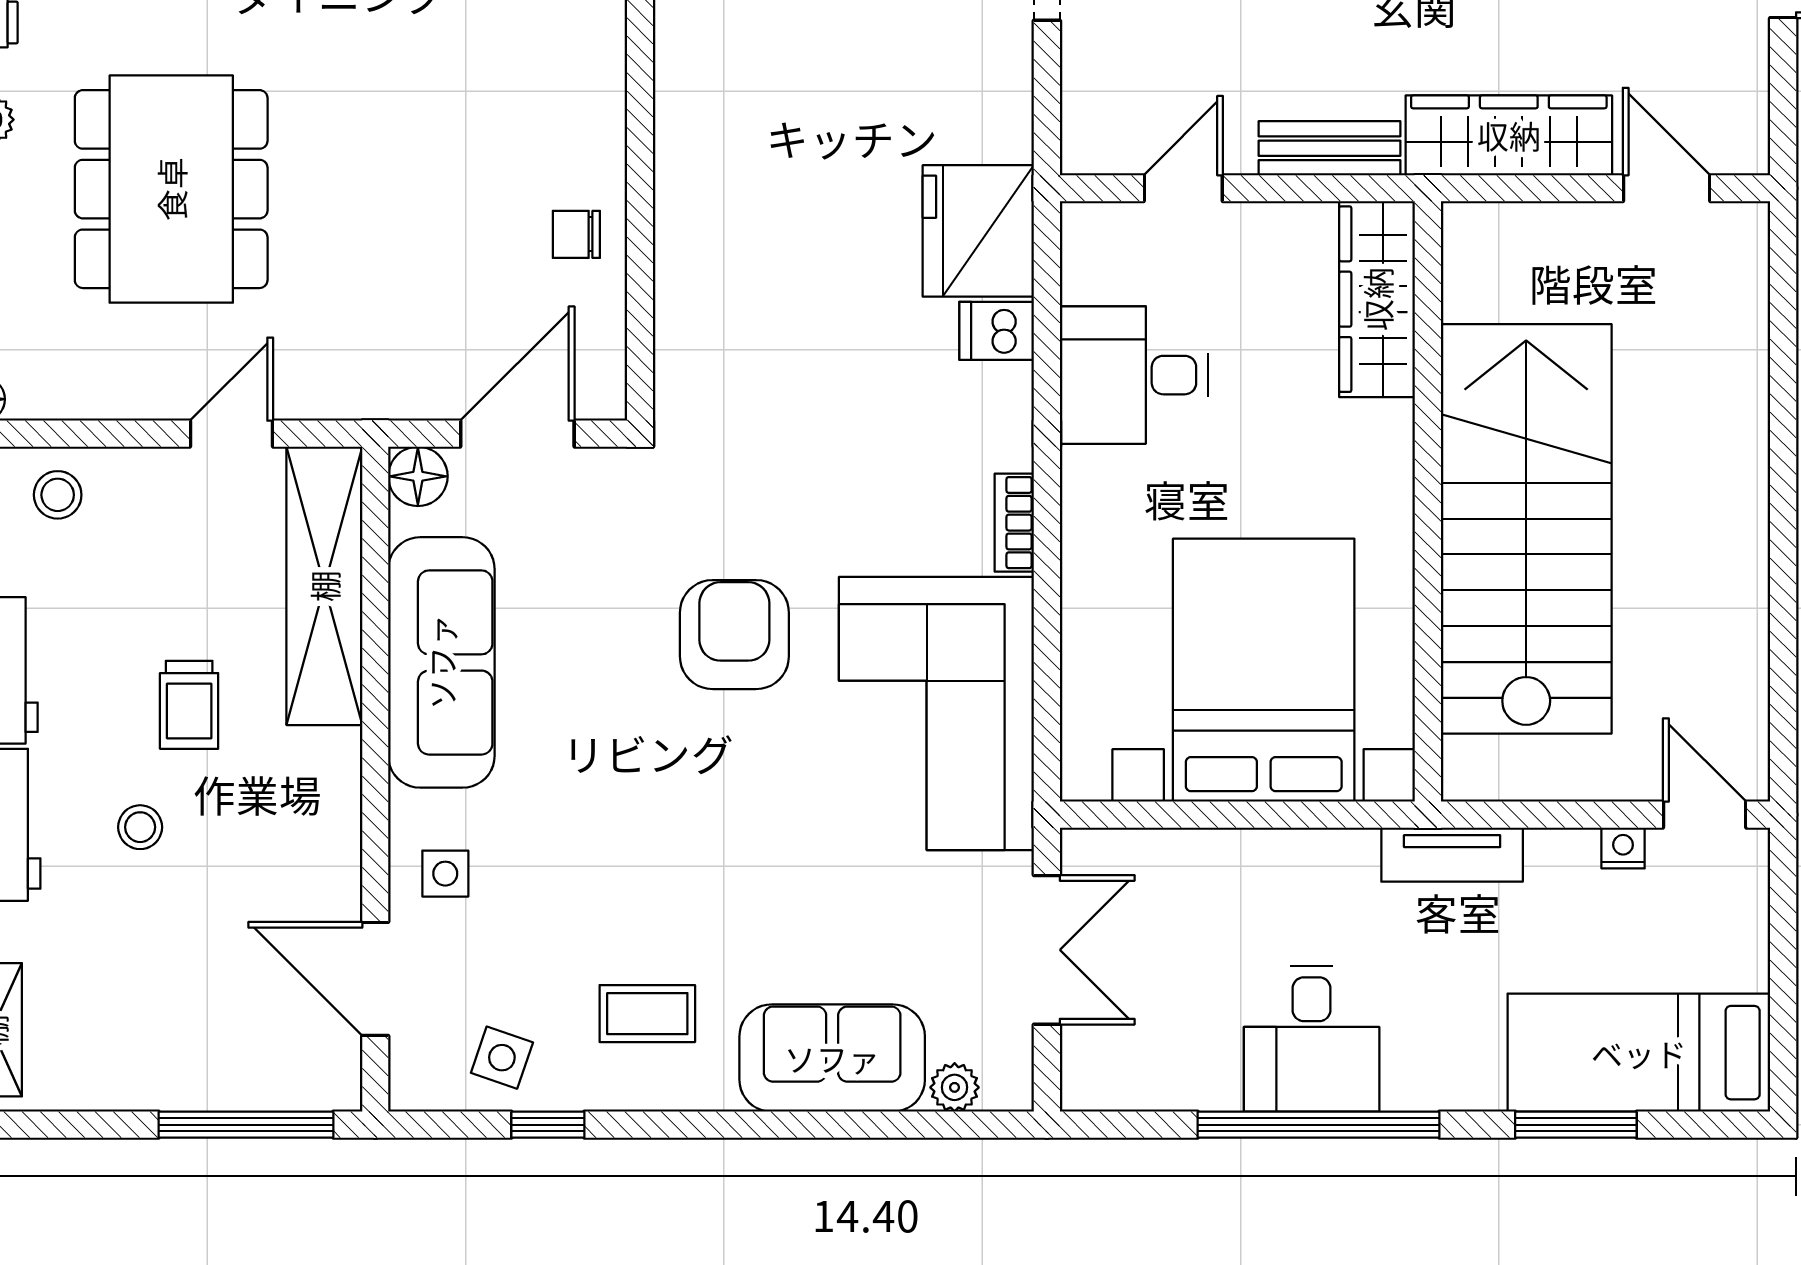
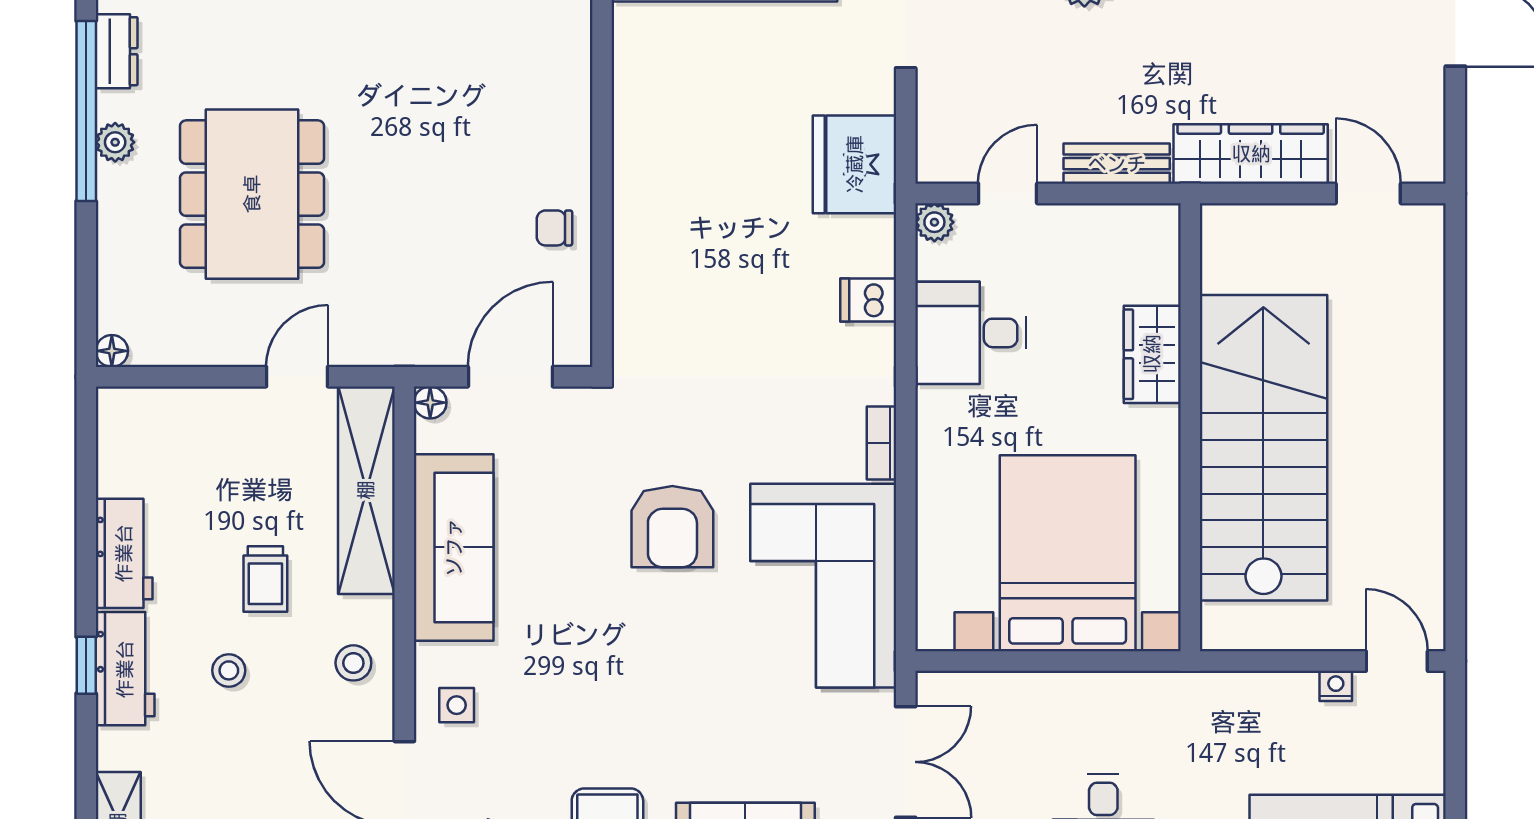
plant: (1085, 227) -> (934, 222), added
fridge: (978, 231) -> (855, 164), moved
wardrobe: (1377, 299) -> (1152, 354), moved, width x0.67
floor lamp: (418, 476) -> (430, 403), width x0.73, depth x0.73
stool: (58, 495) -> (353, 663), moved
armchair: (734, 635) -> (672, 527), turned 180
tv unit: (1452, 855) -> (1208, 691), removed

